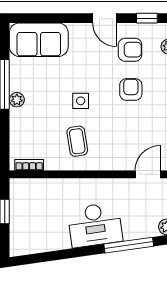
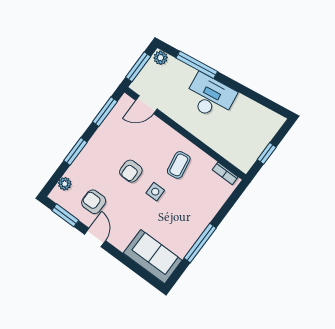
window: (147, 18) -> (65, 215), width x1.50
armchair: (131, 90) -> (131, 171), moved
plant: (17, 100) -> (200, 226), removed

